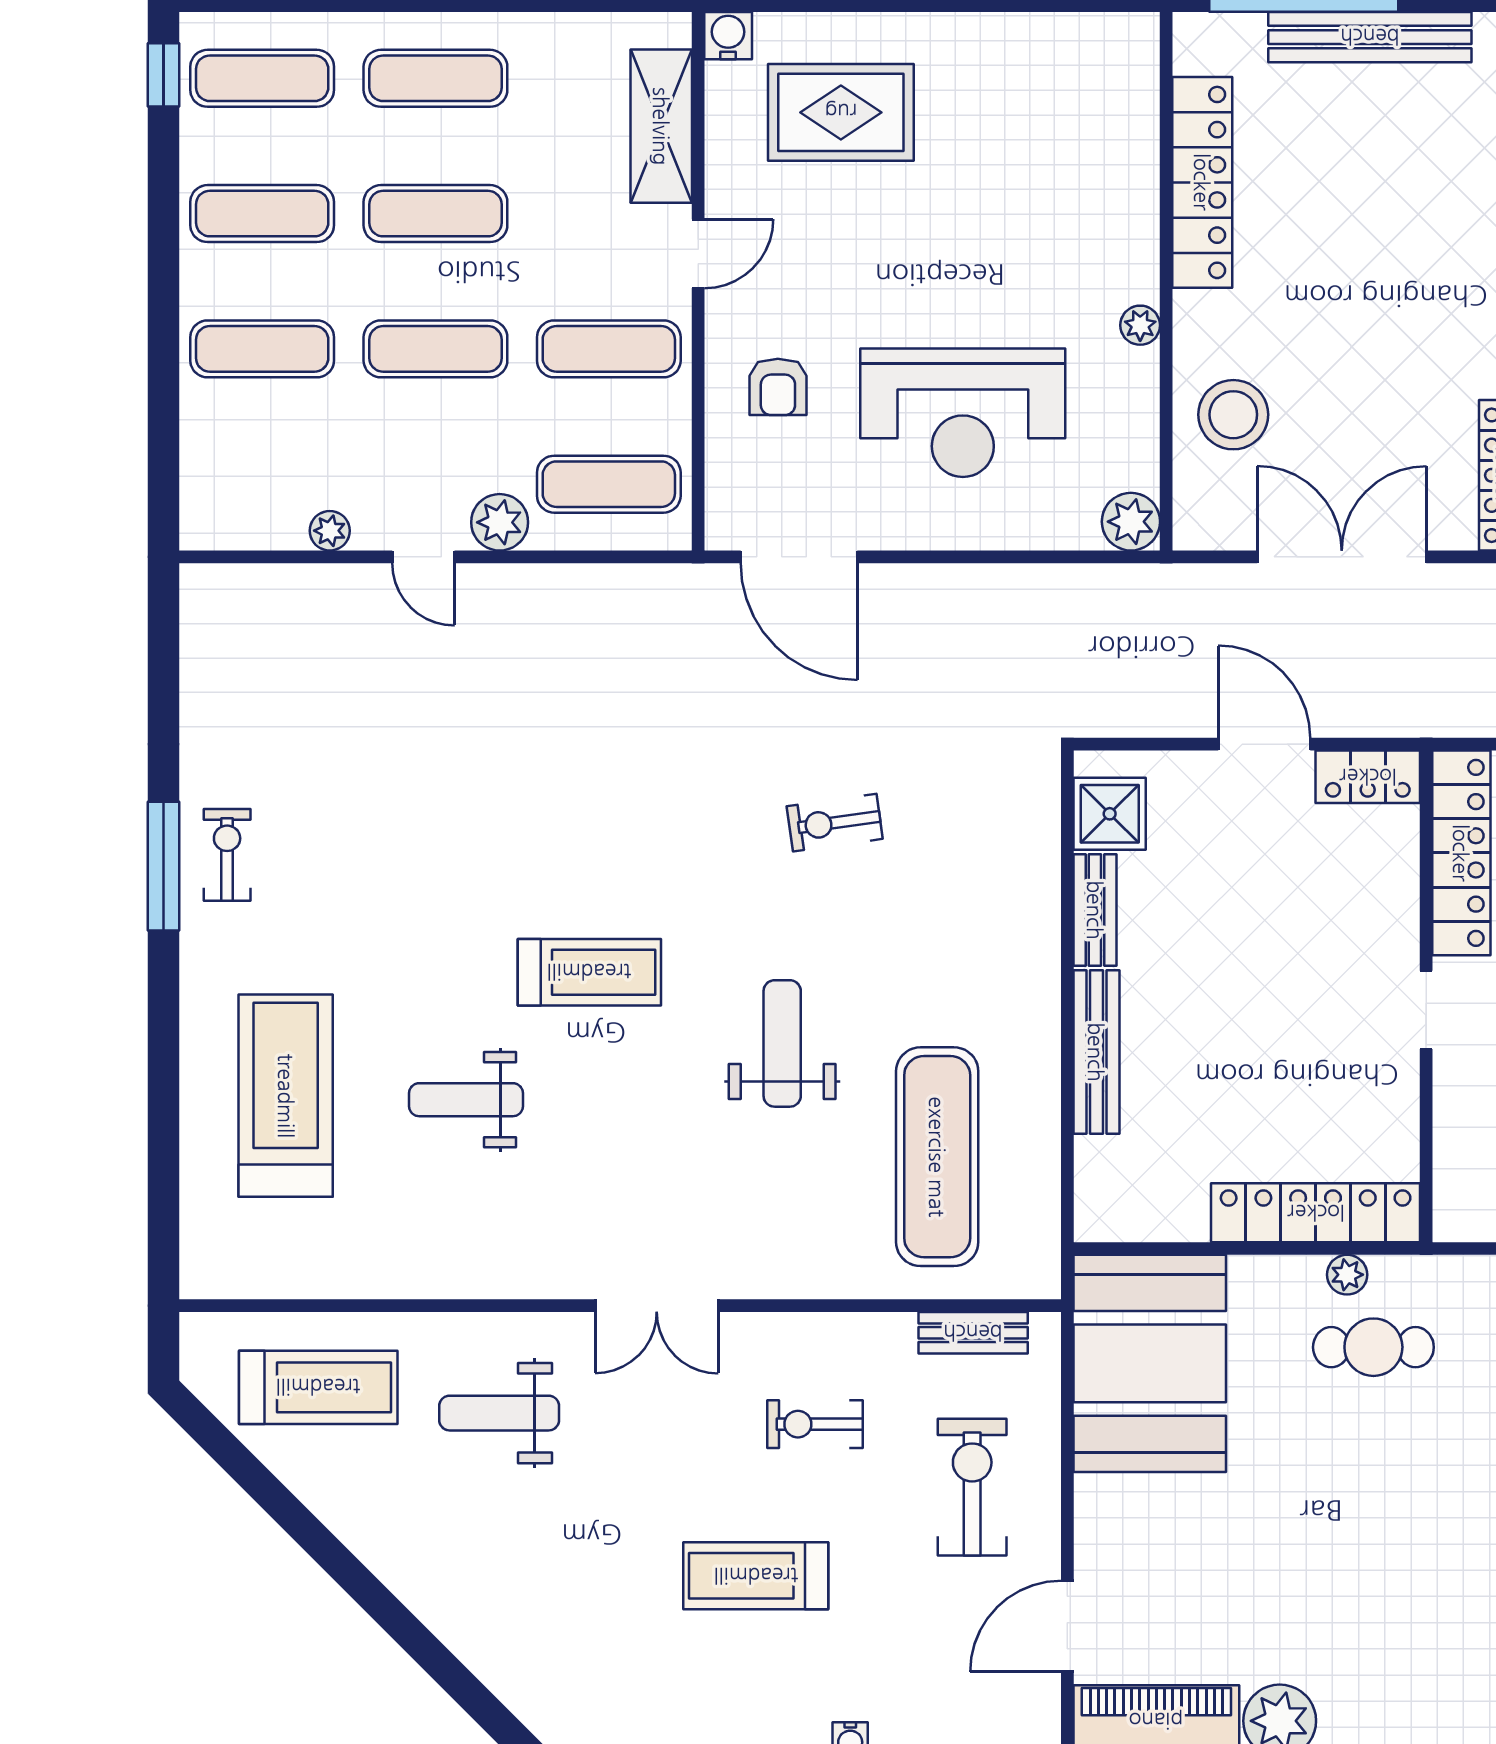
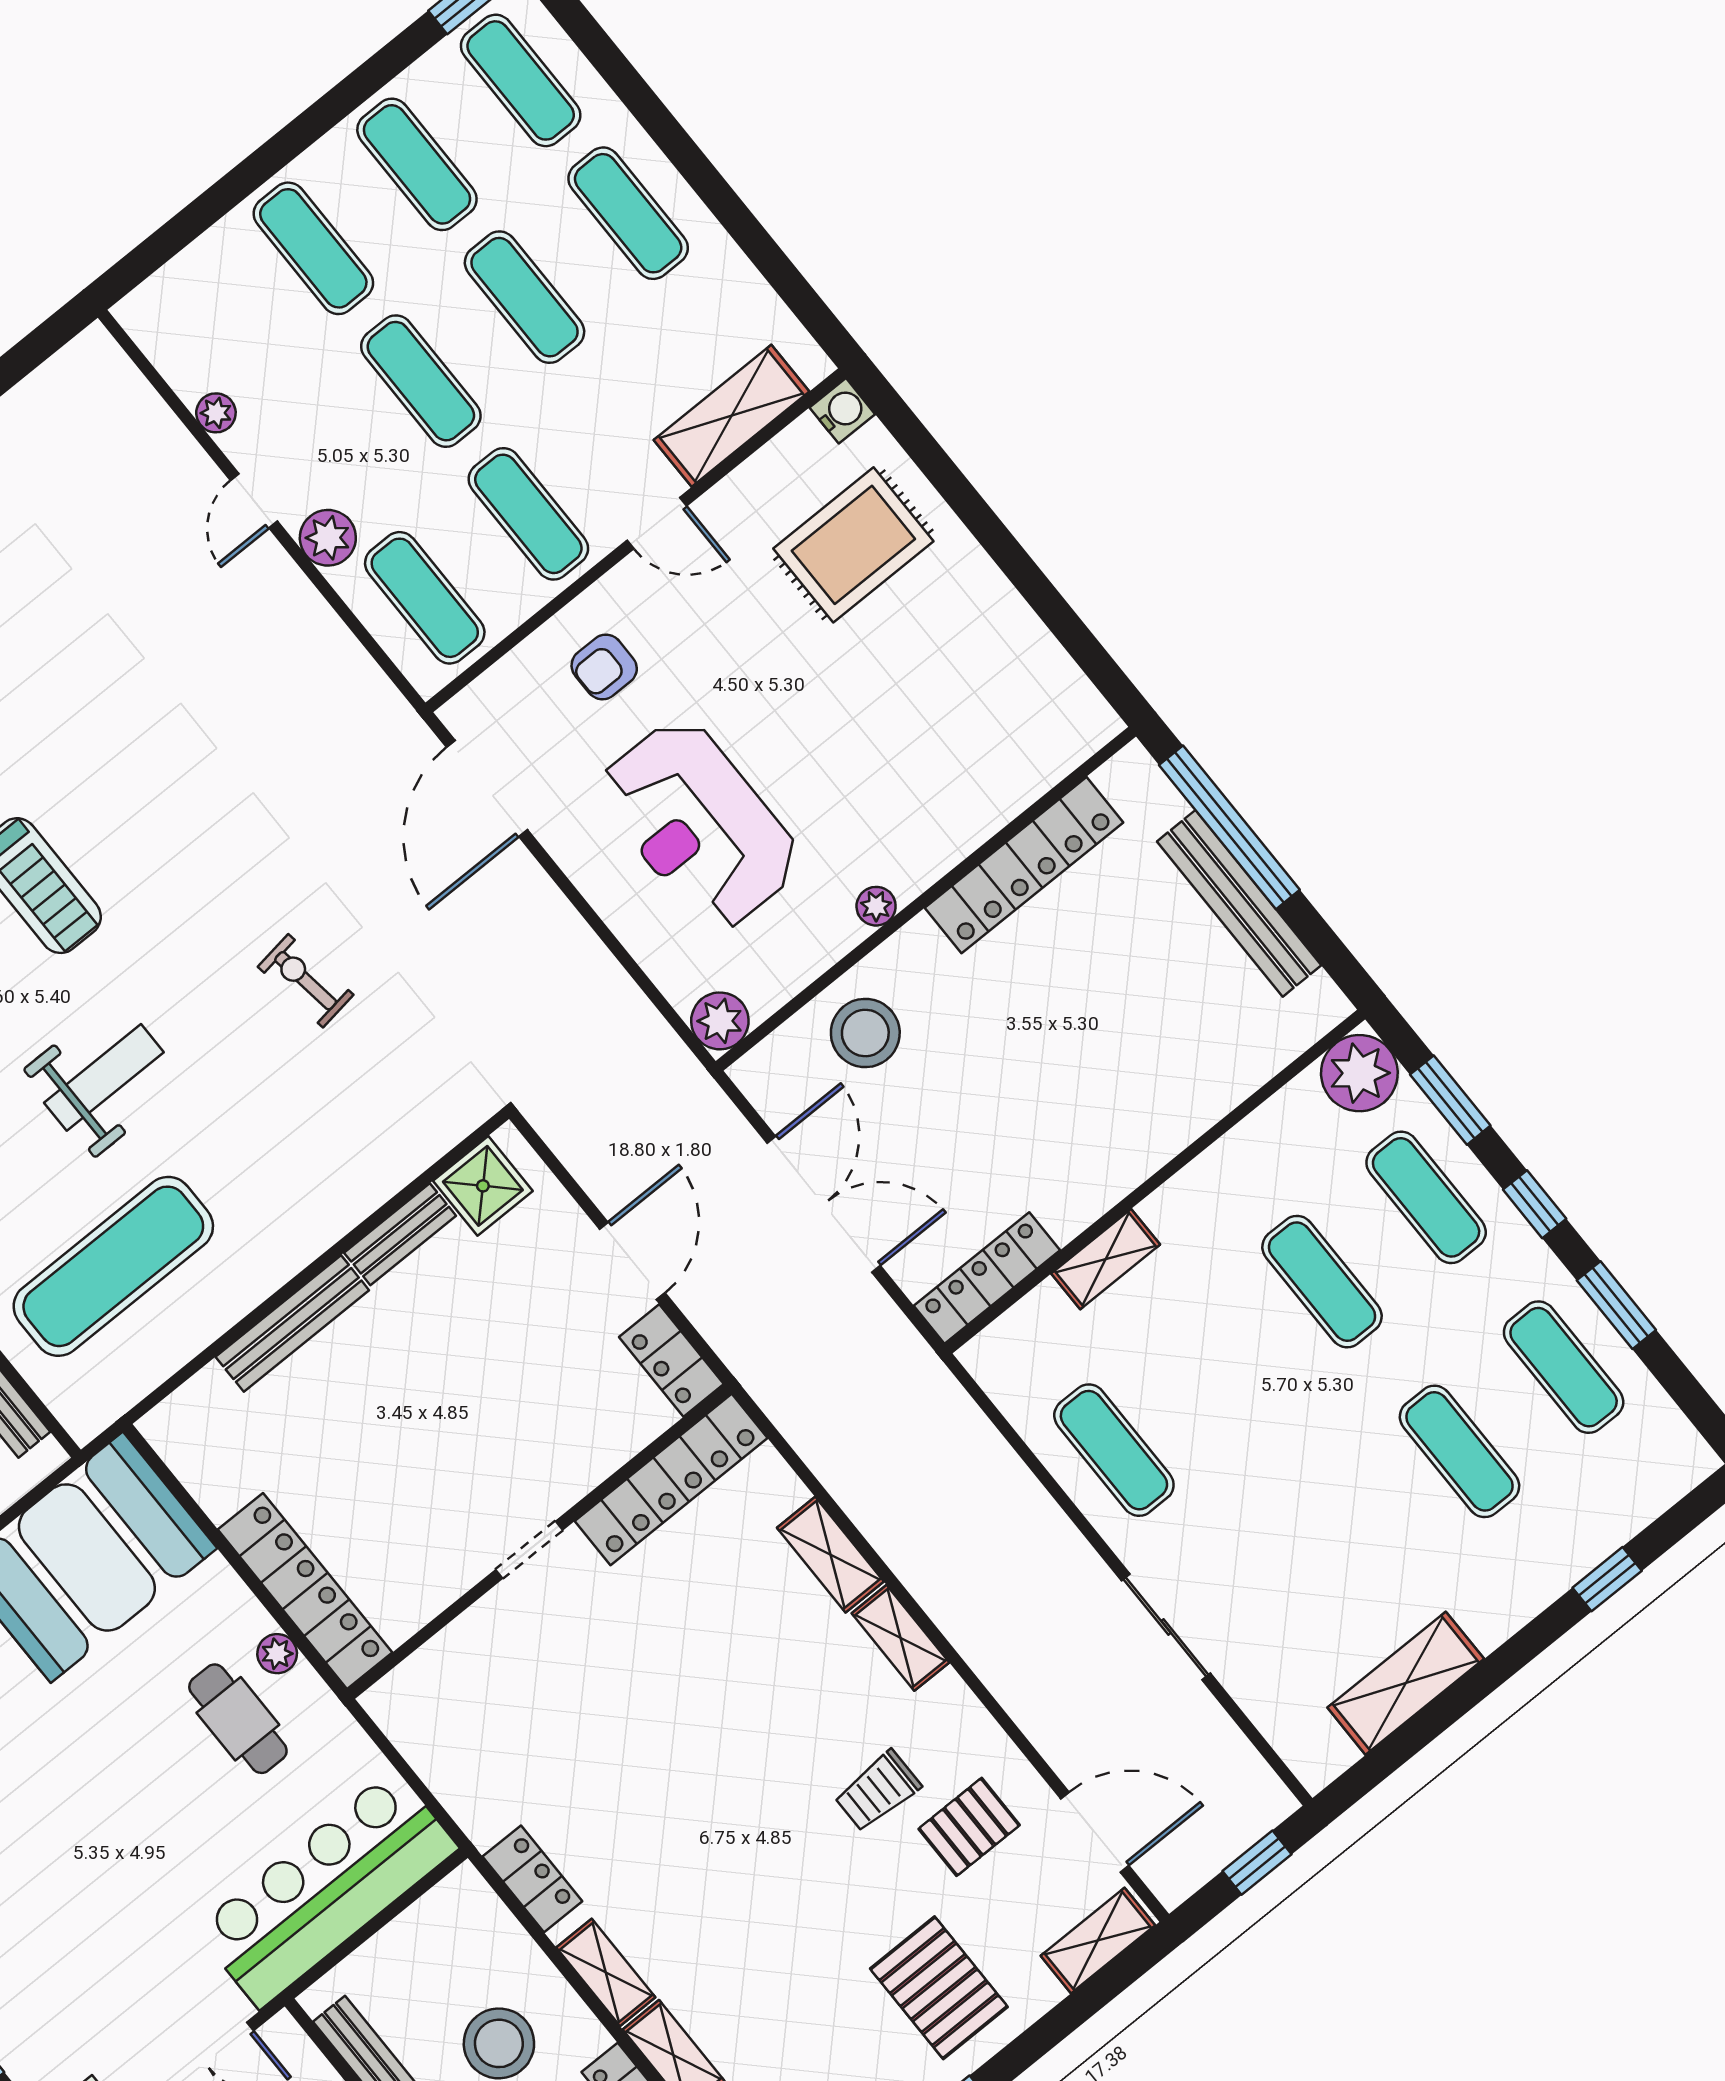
rug: (841, 112) -> (853, 545), turned 90

